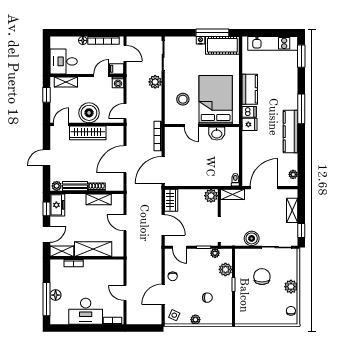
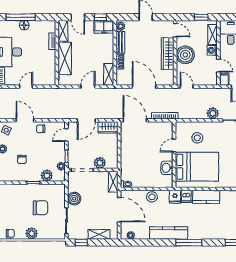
washing machine: (118, 82) -> (212, 50), moved
stool: (250, 151) -> (152, 197), added
plant: (211, 196) -> (100, 163), moved
shelving: (99, 199) -> (109, 74), moved

